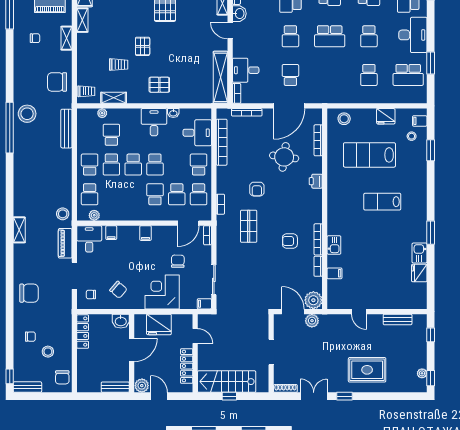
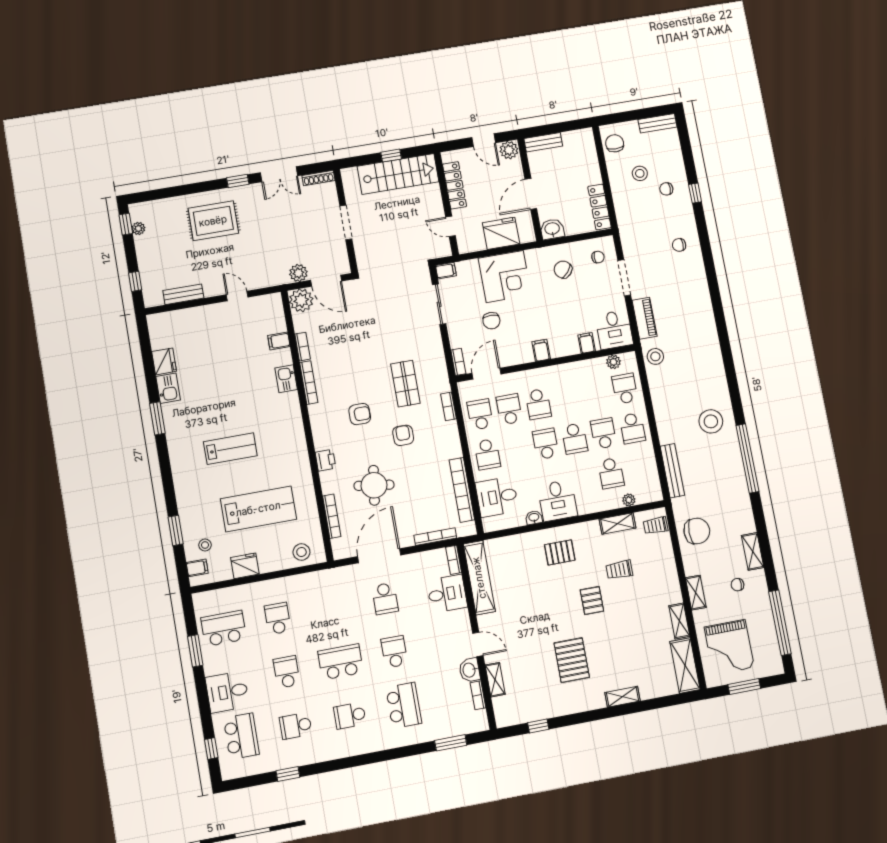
desk: (413, 35) -> (227, 692), width x0.73
stool: (27, 114) -> (711, 421), moved
school desk: (133, 165) -> (575, 439), turned 180
shelving: (19, 230) -> (753, 551), moved
armchair: (290, 241) -> (360, 414), moved
chair: (29, 293) -> (679, 245), width x0.54, depth x0.54
window: (10, 376) -> (695, 193), moved

